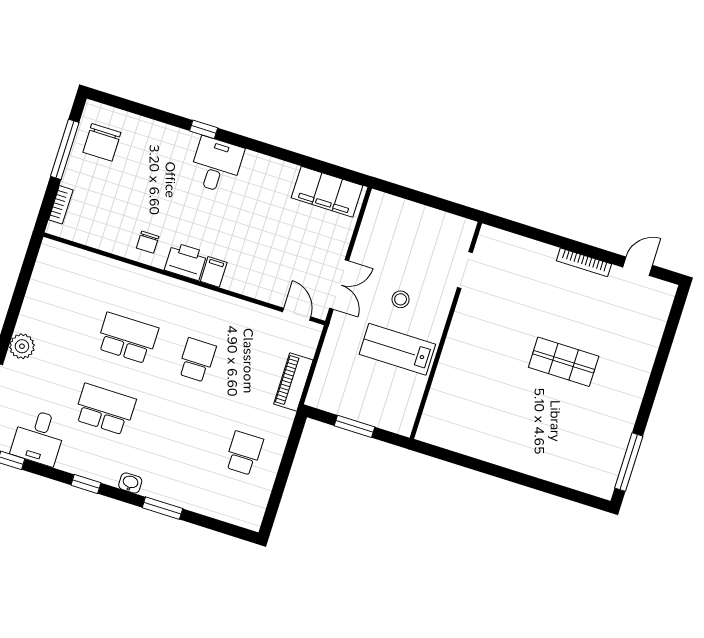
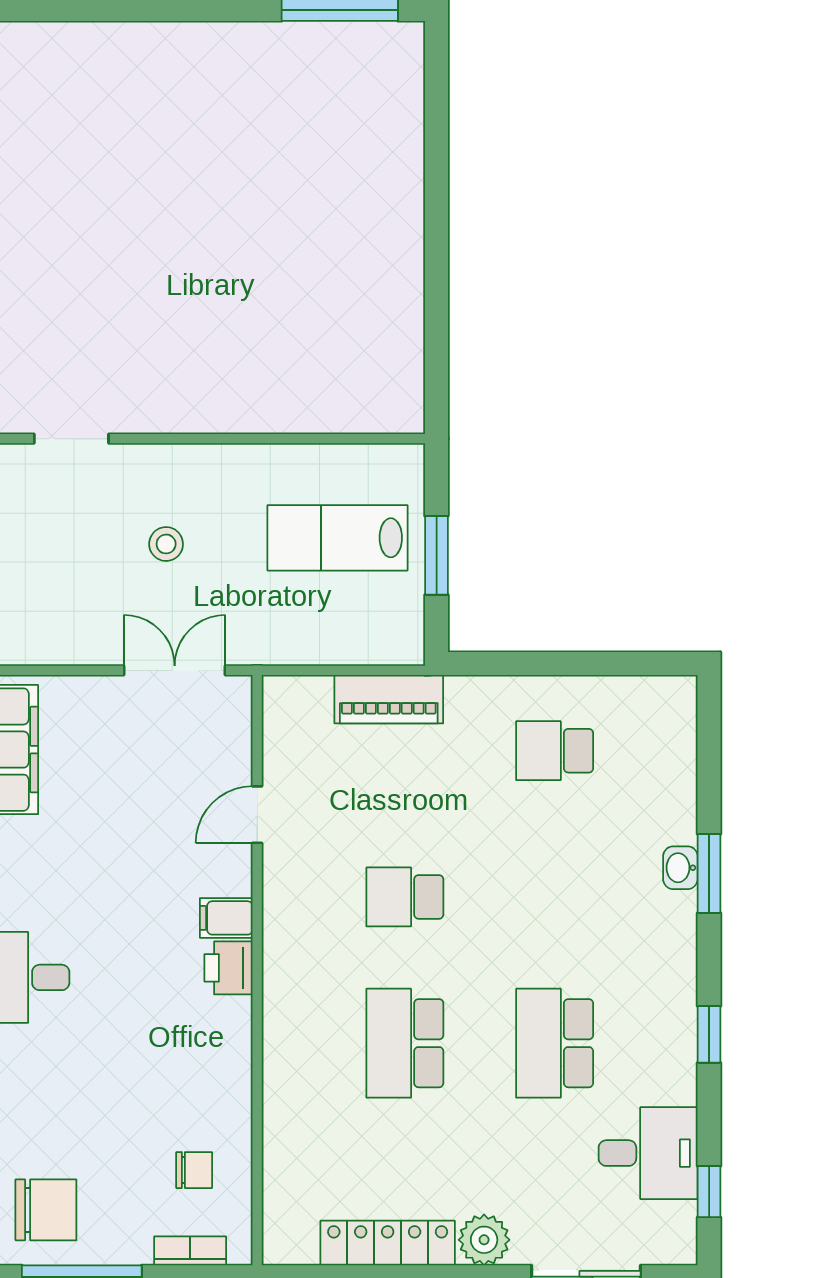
chair: (148, 242) -> (194, 1170), moved
printer: (186, 261) -> (229, 968), width x0.73, depth x0.81
locker: (35, 300) -> (388, 1243), added
door: (297, 314) -> (257, 815), moved
lab bench: (397, 349) -> (338, 538), moved, turned 90
shop shelf: (564, 362) -> (187, 195), removed
washbasin: (130, 483) -> (680, 868), moved

